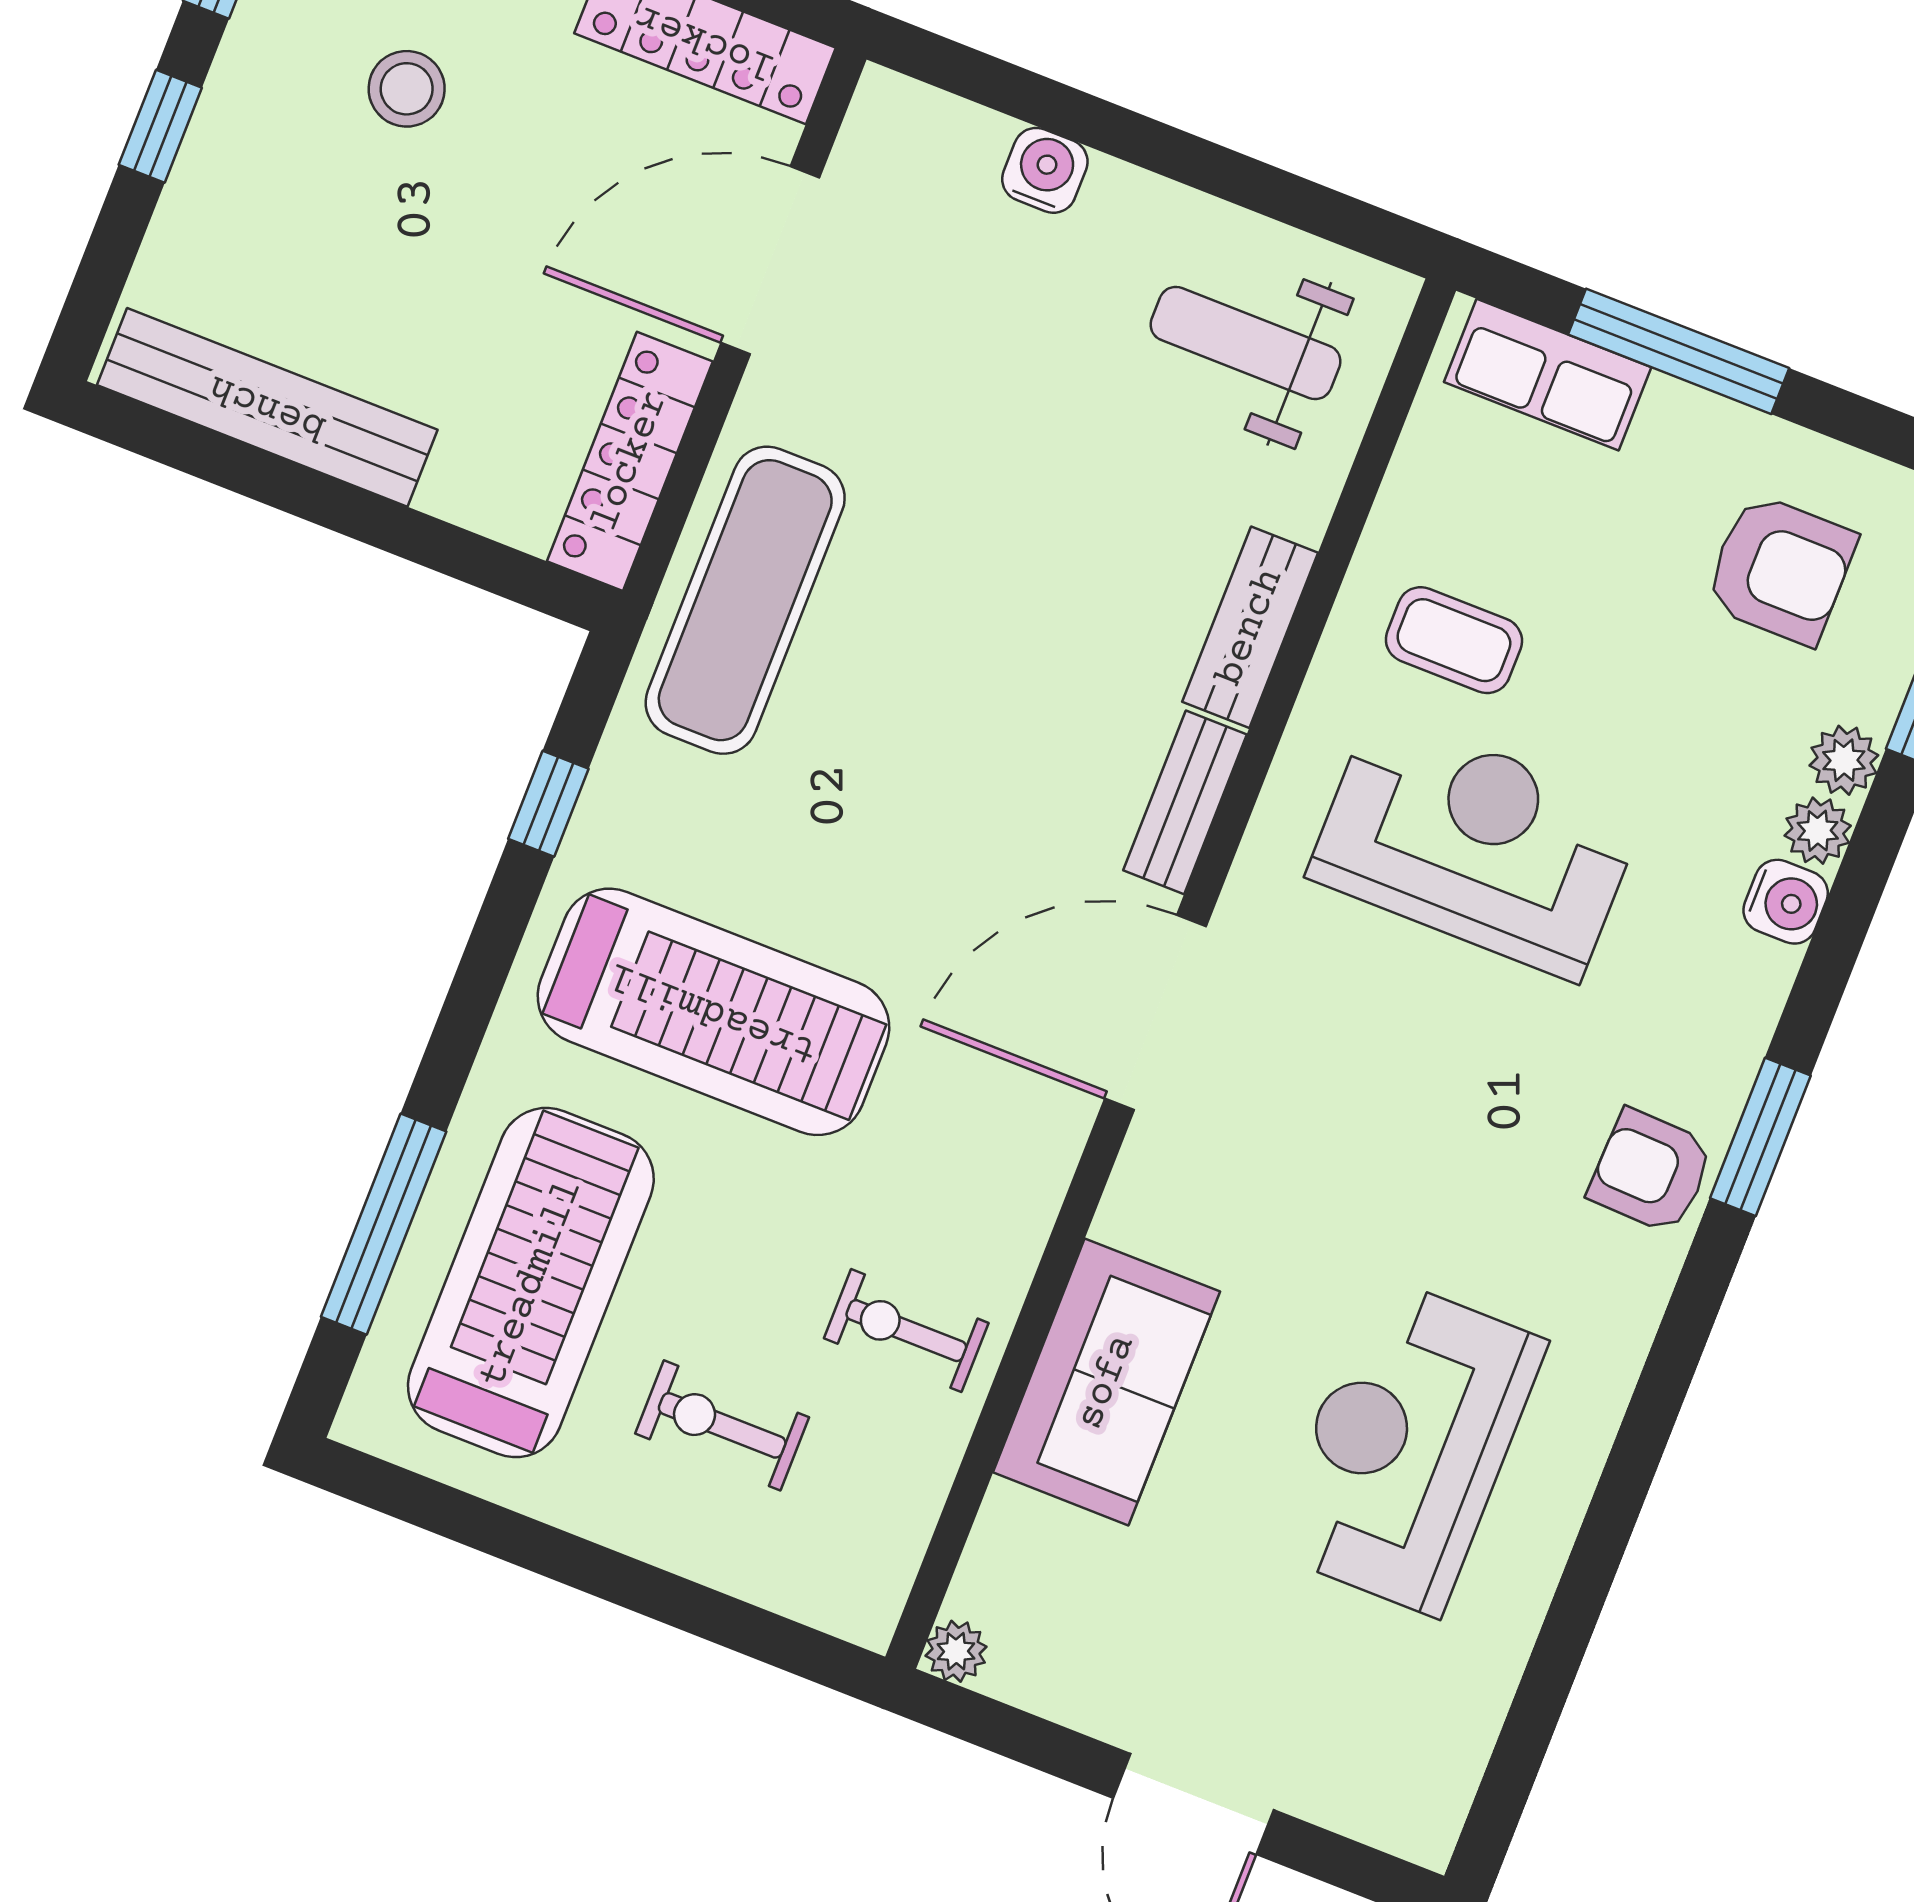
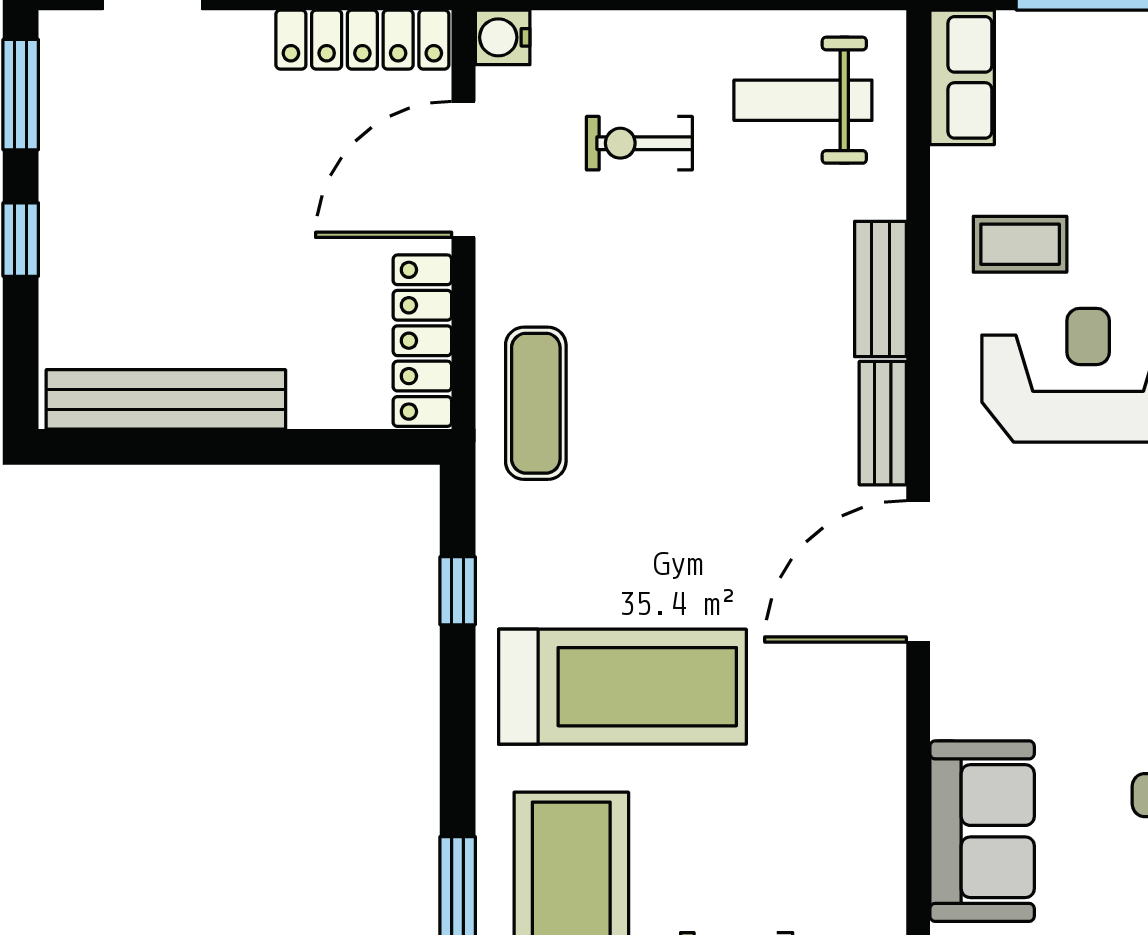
stool: (407, 89) -> (176, 150), removed
water cooler: (1045, 170) -> (503, 37), moved, turned -90
row of seats: (1548, 375) -> (962, 77), moved, turned -90
exercise mat: (745, 600) -> (536, 403), width x0.73, depth x0.69
exercise bike: (906, 1331) -> (639, 143), moved

